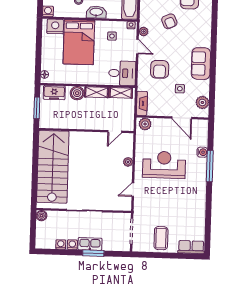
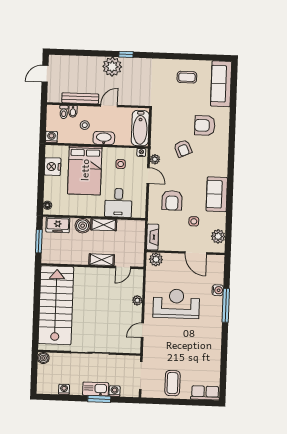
nightstand: (55, 26) -> (53, 167), moved, turned -90
desk: (122, 73) -> (118, 203), moved, turned 90
shelving: (121, 93) -> (102, 260), moved
washing machine: (72, 245) -> (115, 391), moved

